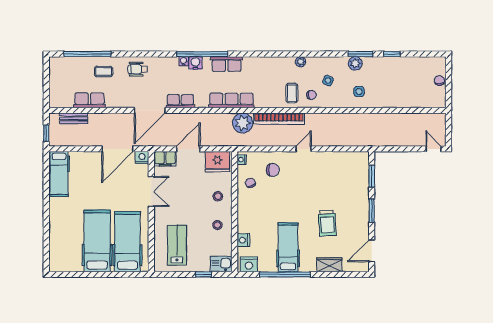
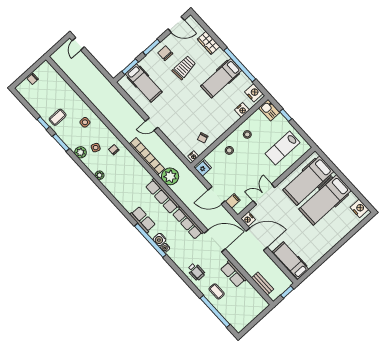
plant: (355, 63) -> (80, 152), moved
coffee table: (292, 93) -> (58, 117), moved
row of seats: (89, 100) -> (233, 274), moved
row of seats: (180, 101) -> (188, 223), width x1.48
filing cabinet: (165, 159) -> (233, 201), width x0.50
fridge: (217, 162) -> (203, 168), width x0.53, depth x0.75
chair: (273, 170) -> (165, 53), moved
hospital bed: (59, 174) -> (291, 261), moved, turned -90
hospital bed: (346, 175) -> (144, 83), added
nightstand: (62, 264) -> (359, 208), added

